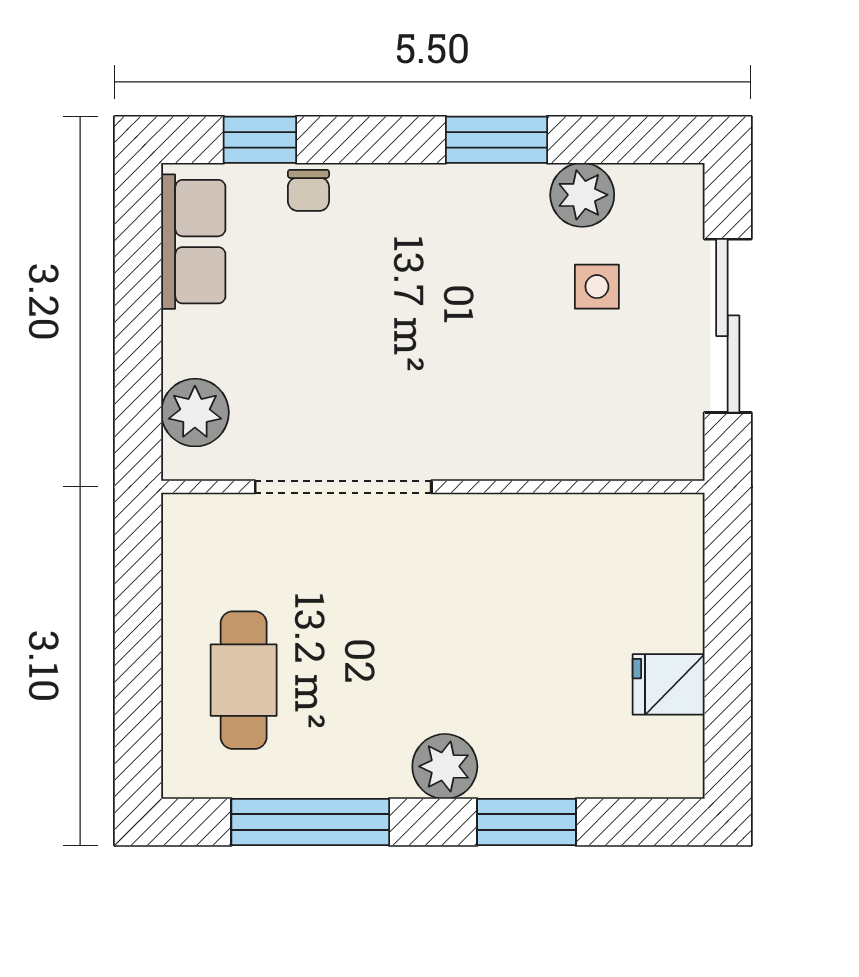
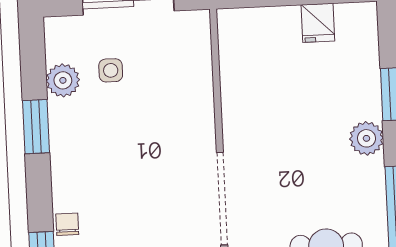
chair: (308, 190) -> (67, 224), turned -90

